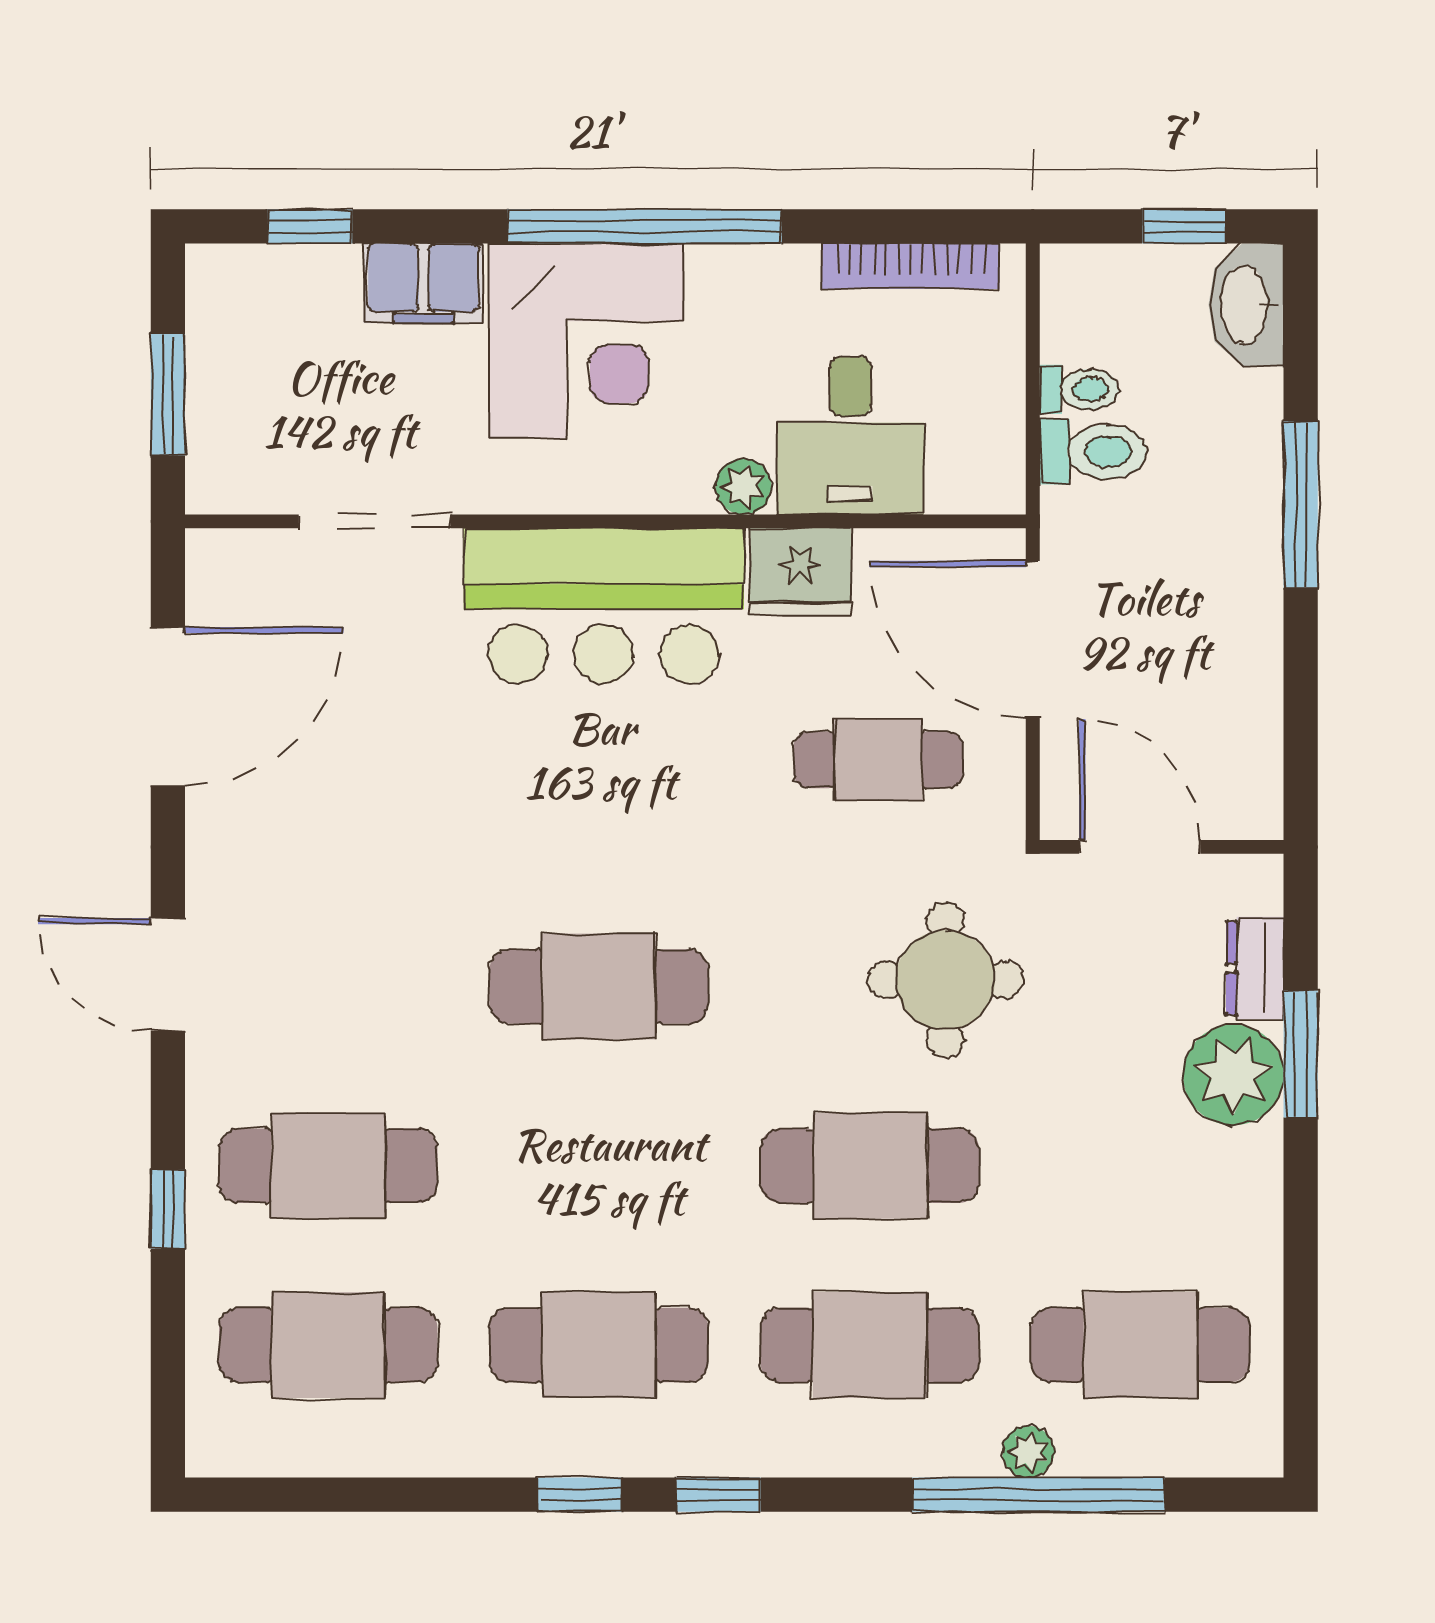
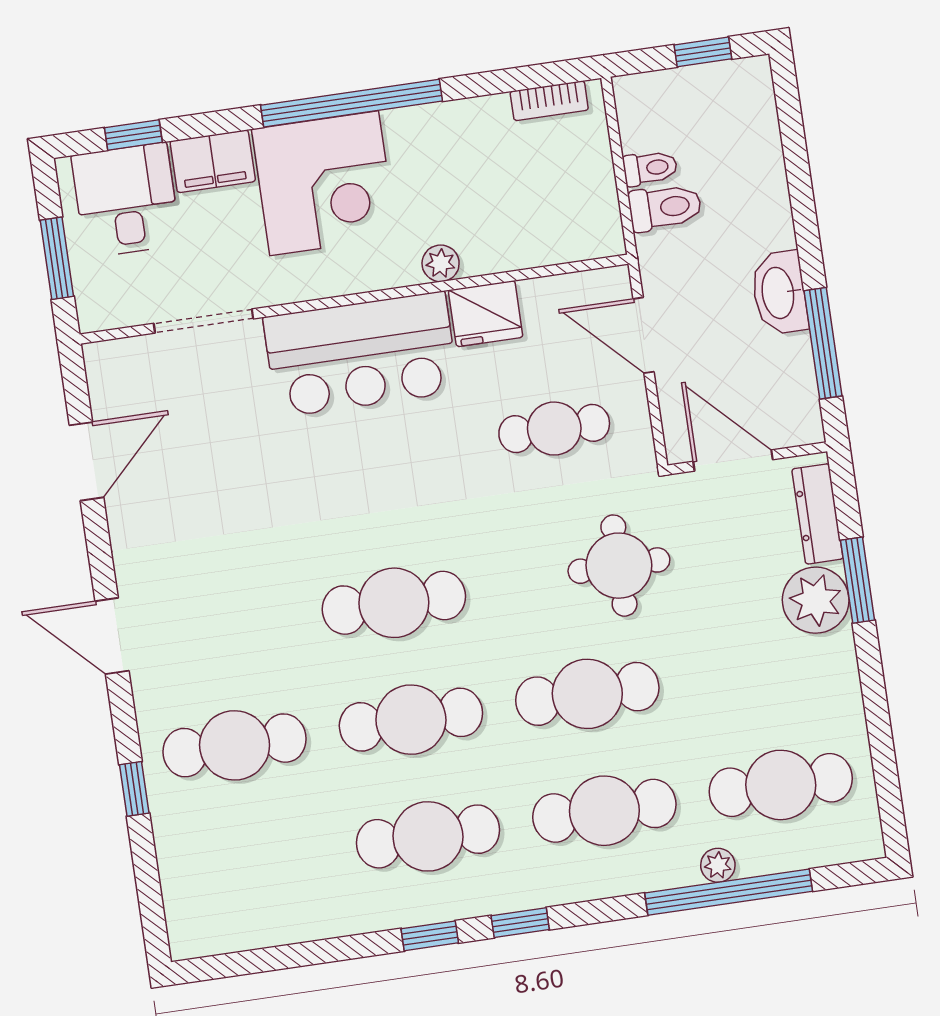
bookcase: (910, 266) -> (549, 101), width x0.64
washbasin: (1246, 305) -> (779, 293), moved
desk: (850, 435) -> (126, 200), moved, turned 180
window: (1301, 504) -> (823, 343), moved
door: (1033, 639) -> (644, 335), width x0.73
door: (168, 706) -> (86, 461), width x0.73
dresser: (1255, 968) -> (817, 514), width x1.44
cafe table: (328, 1345) -> (411, 720), moved

